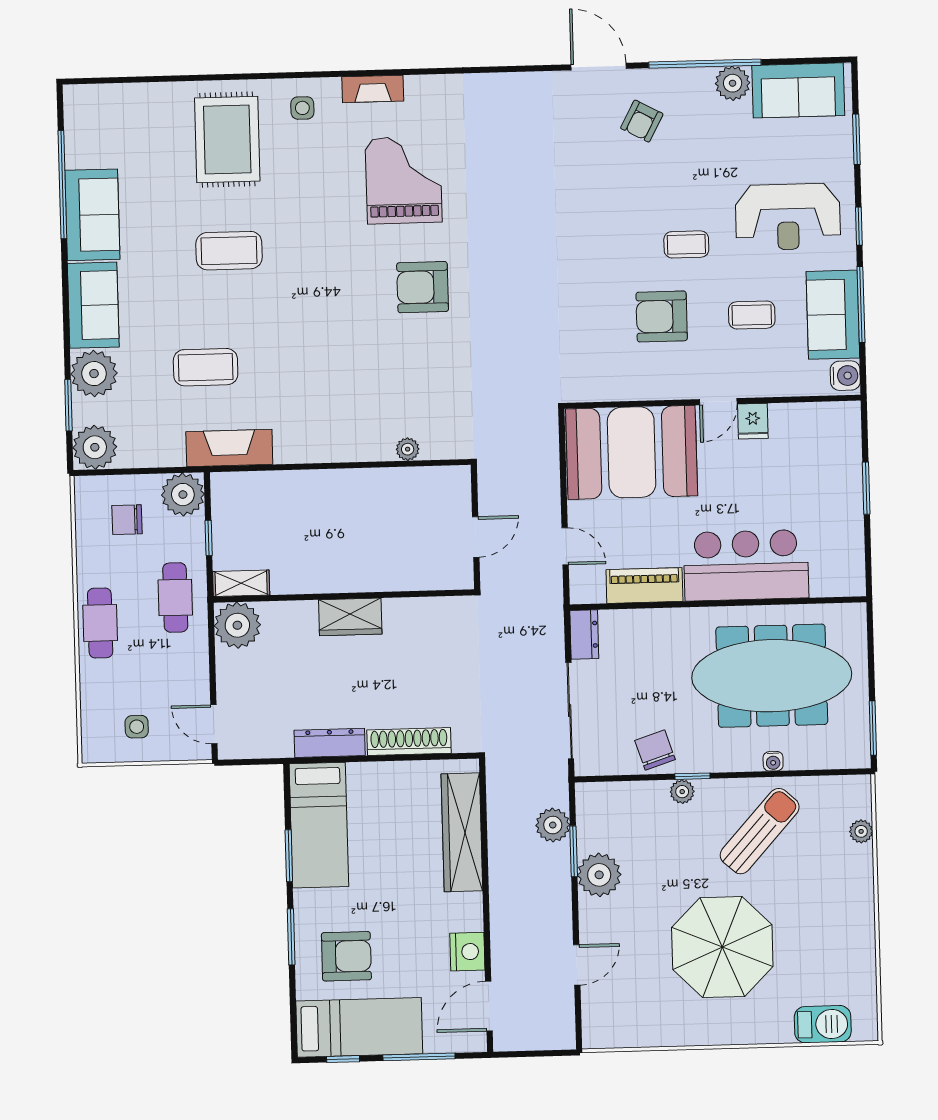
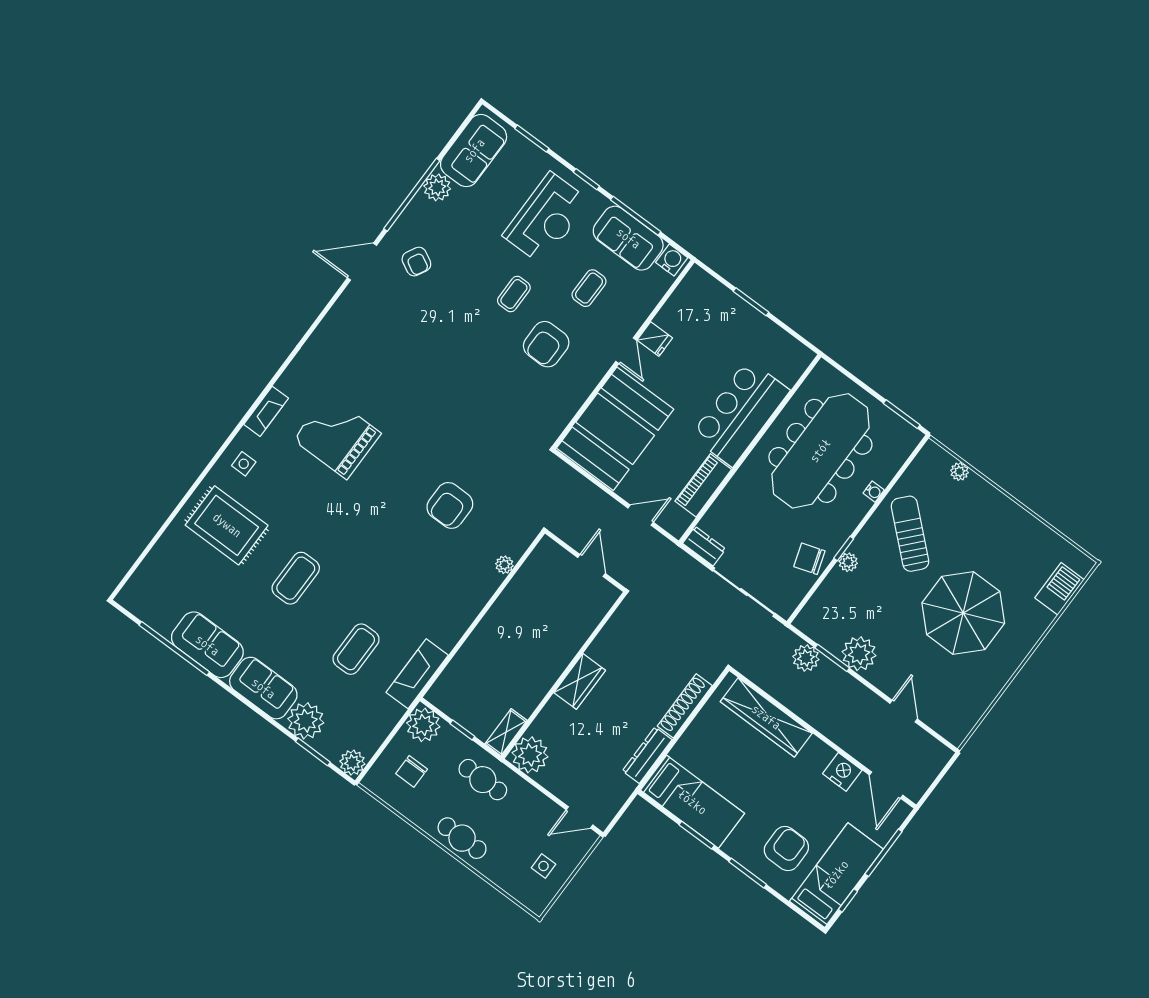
armchair: (423, 287) -> (450, 505), moved
plant: (95, 447) -> (352, 763), width x0.73, depth x0.73

